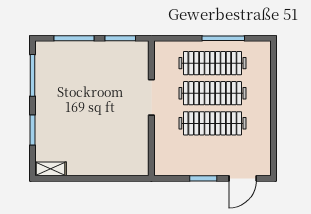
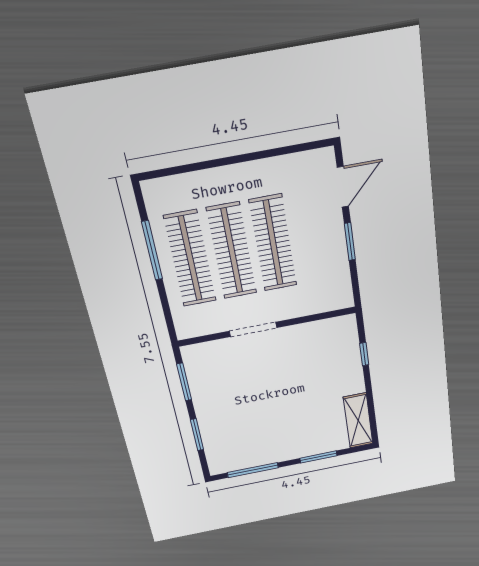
window: (74, 38) -> (197, 435), width x0.69
shelving: (50, 169) -> (358, 421), width x1.50, depth x1.33
window: (114, 178) -> (364, 354), added
door: (243, 178) -> (343, 187), hinge flipped

